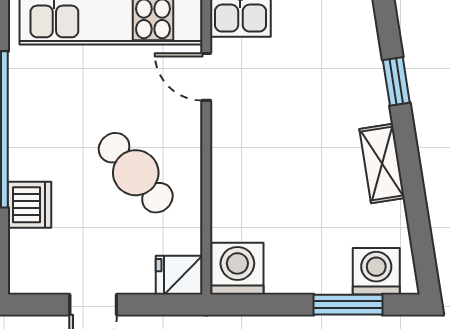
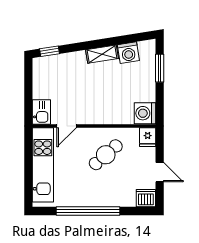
window: (396, 81) -> (50, 51), moved
dishwasher: (29, 205) -> (146, 198), moved
washing machine: (376, 271) -> (128, 53), moved, turned -99

